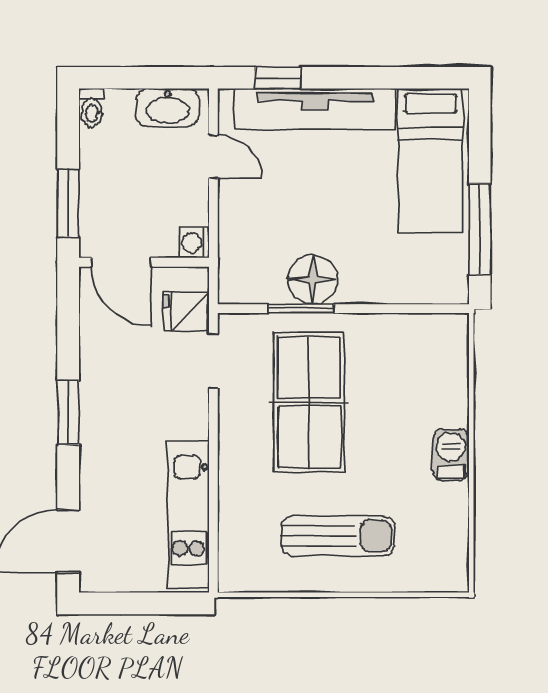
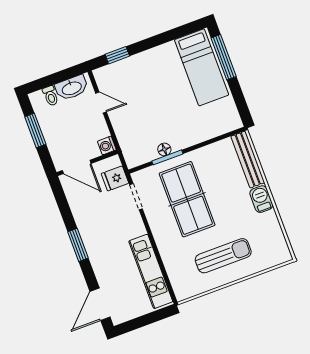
toilet: (92, 108) -> (51, 96), moved
tv unit: (315, 109) -> (140, 63), removed
window: (68, 203) -> (35, 130), moved
window: (480, 229) -> (224, 57), moved
floor lamp: (313, 279) -> (164, 149), width x0.53, depth x0.53
bench: (453, 370) -> (248, 159), added

